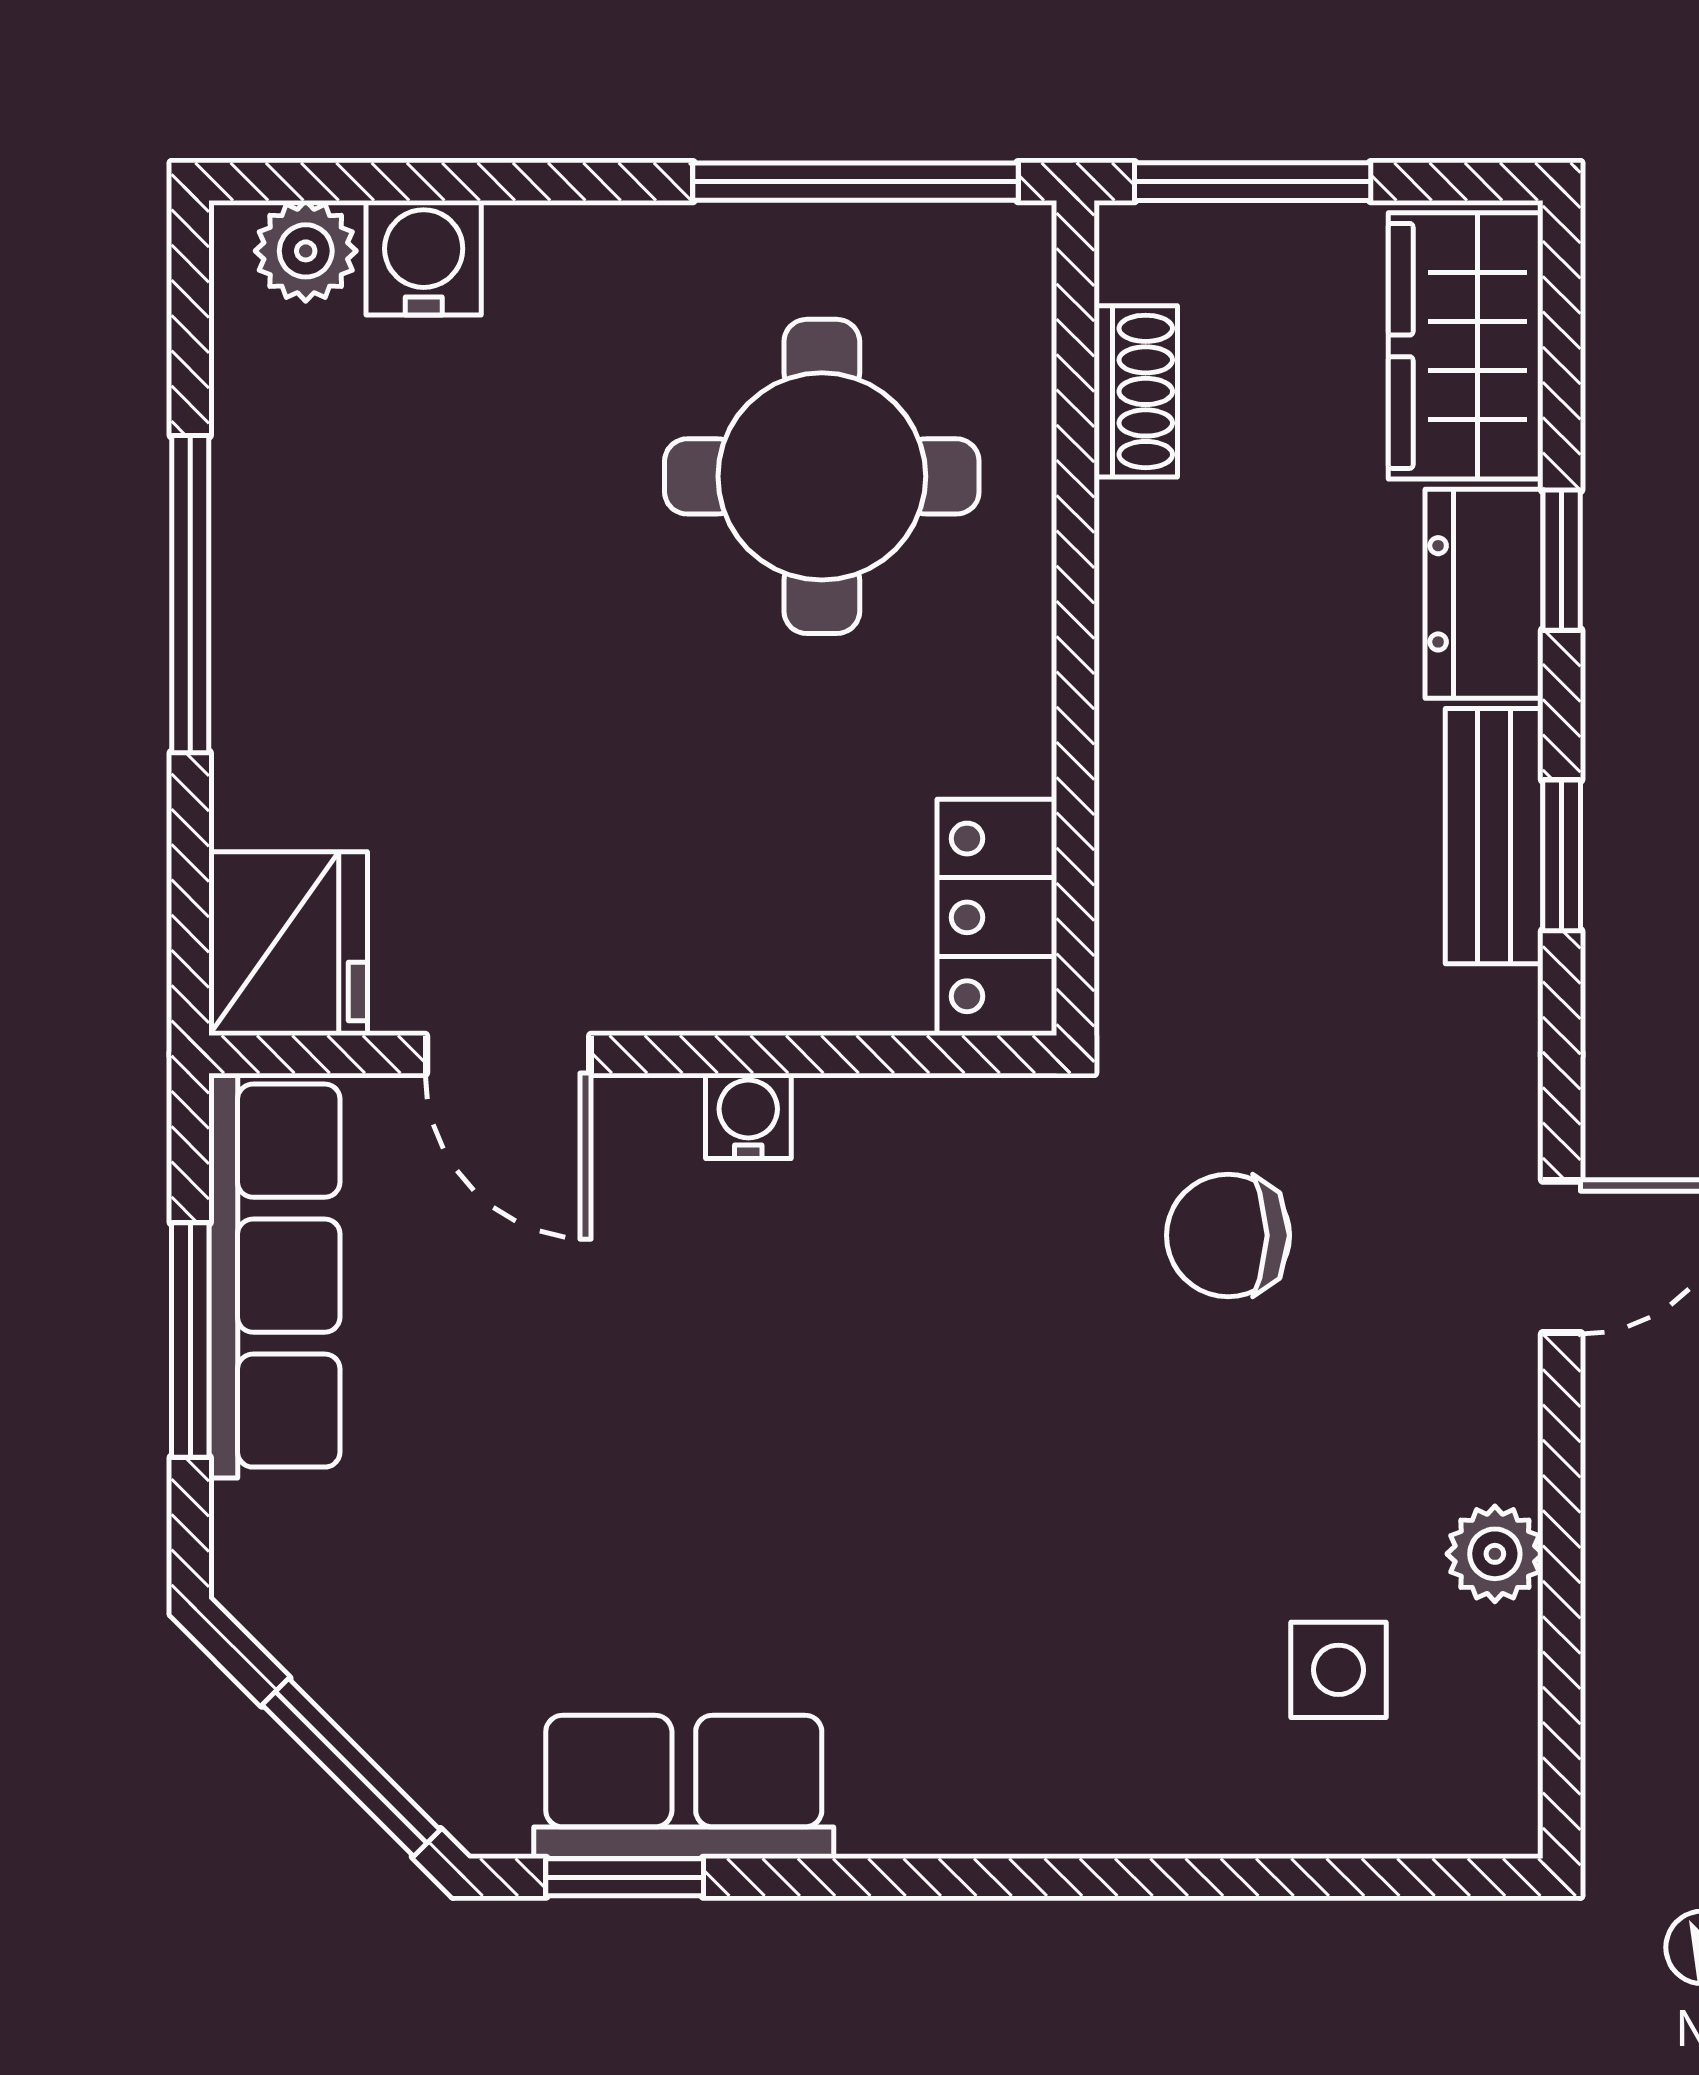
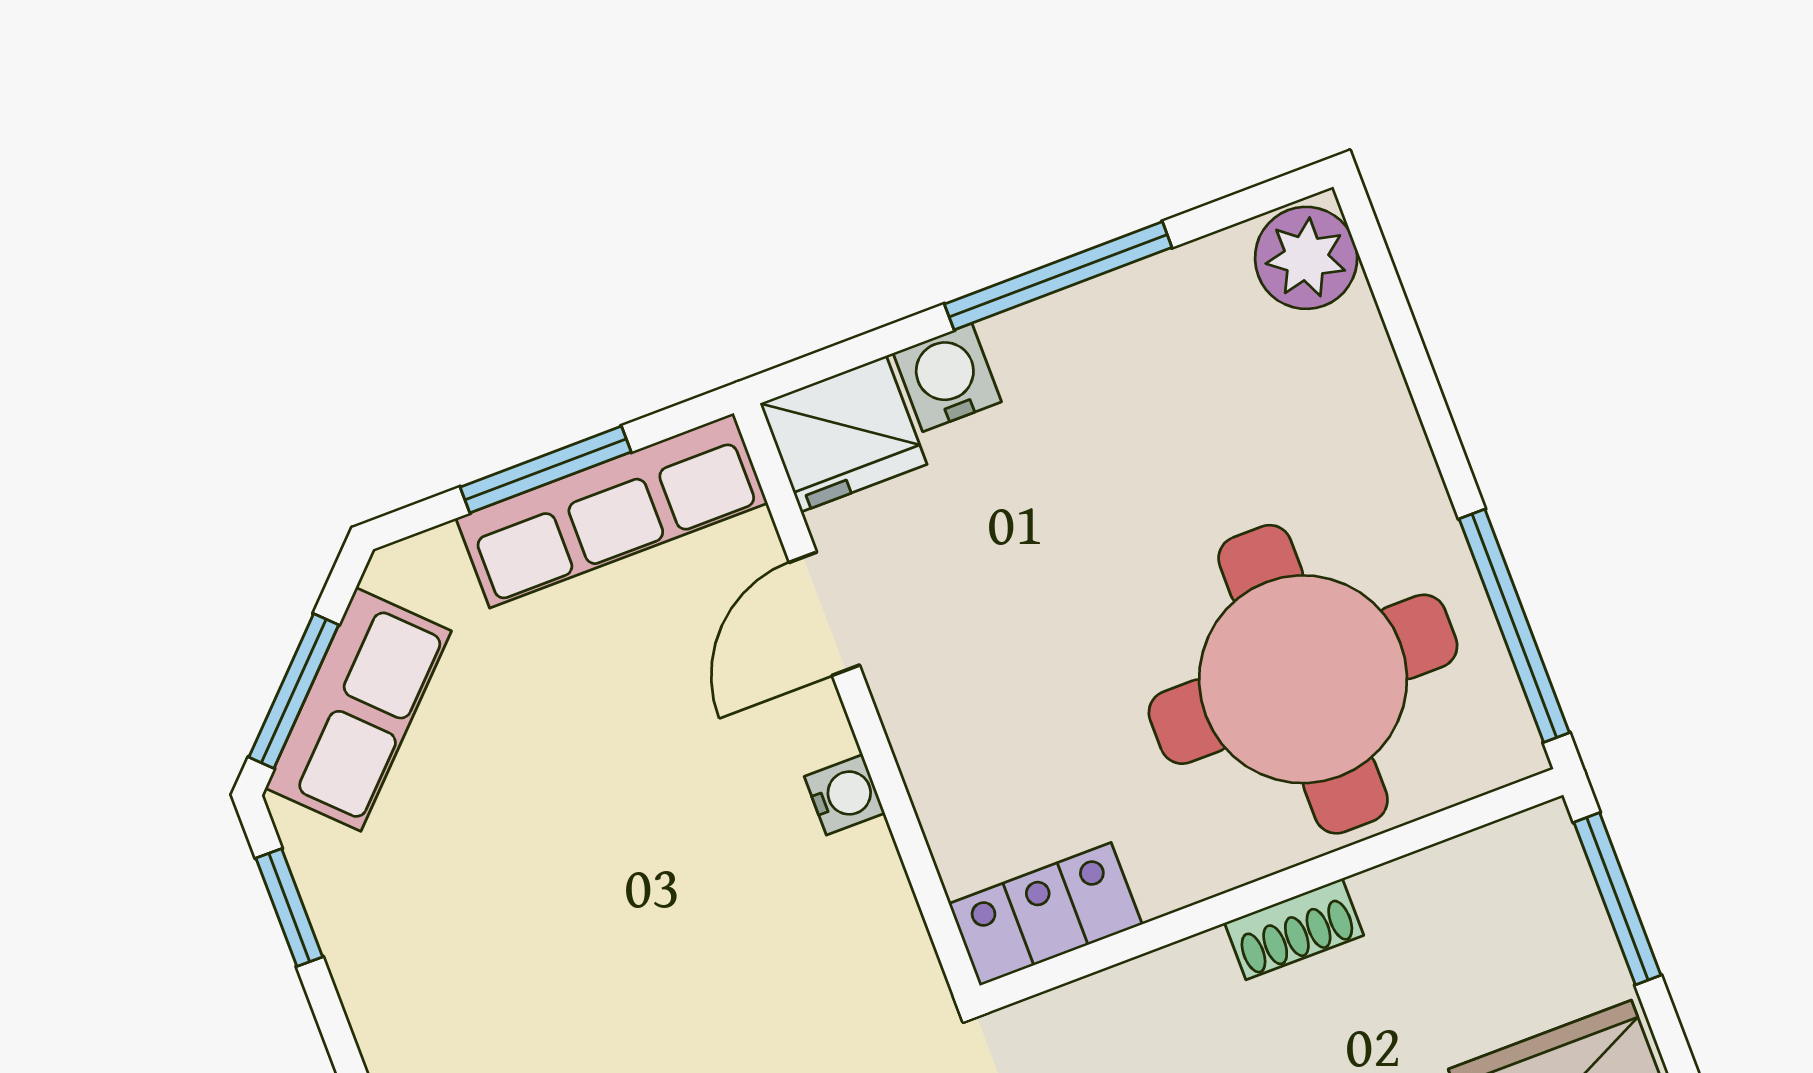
plant: (306, 251) -> (1306, 258), width x1.38, depth x1.38
water cooler: (424, 258) -> (947, 377), moved, turned -90
shoe rack: (1136, 391) -> (1294, 929), moved
round table: (822, 476) -> (1303, 679), width x1.36, depth x1.36
row of seats: (684, 1787) -> (358, 709), moved, turned 45

